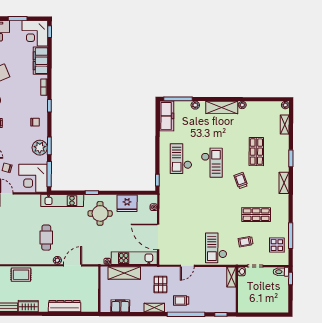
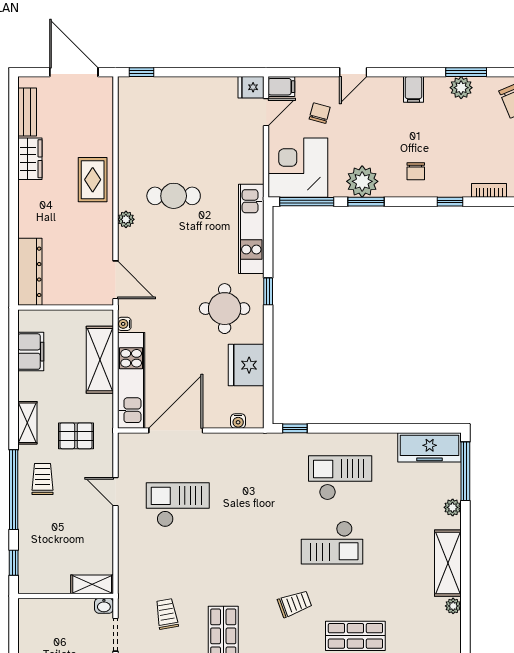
checkout: (216, 248) -> (178, 505), moved
door: (73, 265) -> (115, 280), moved
rug: (21, 275) -> (93, 180), moved
dresser: (65, 306) -> (30, 272), moved

